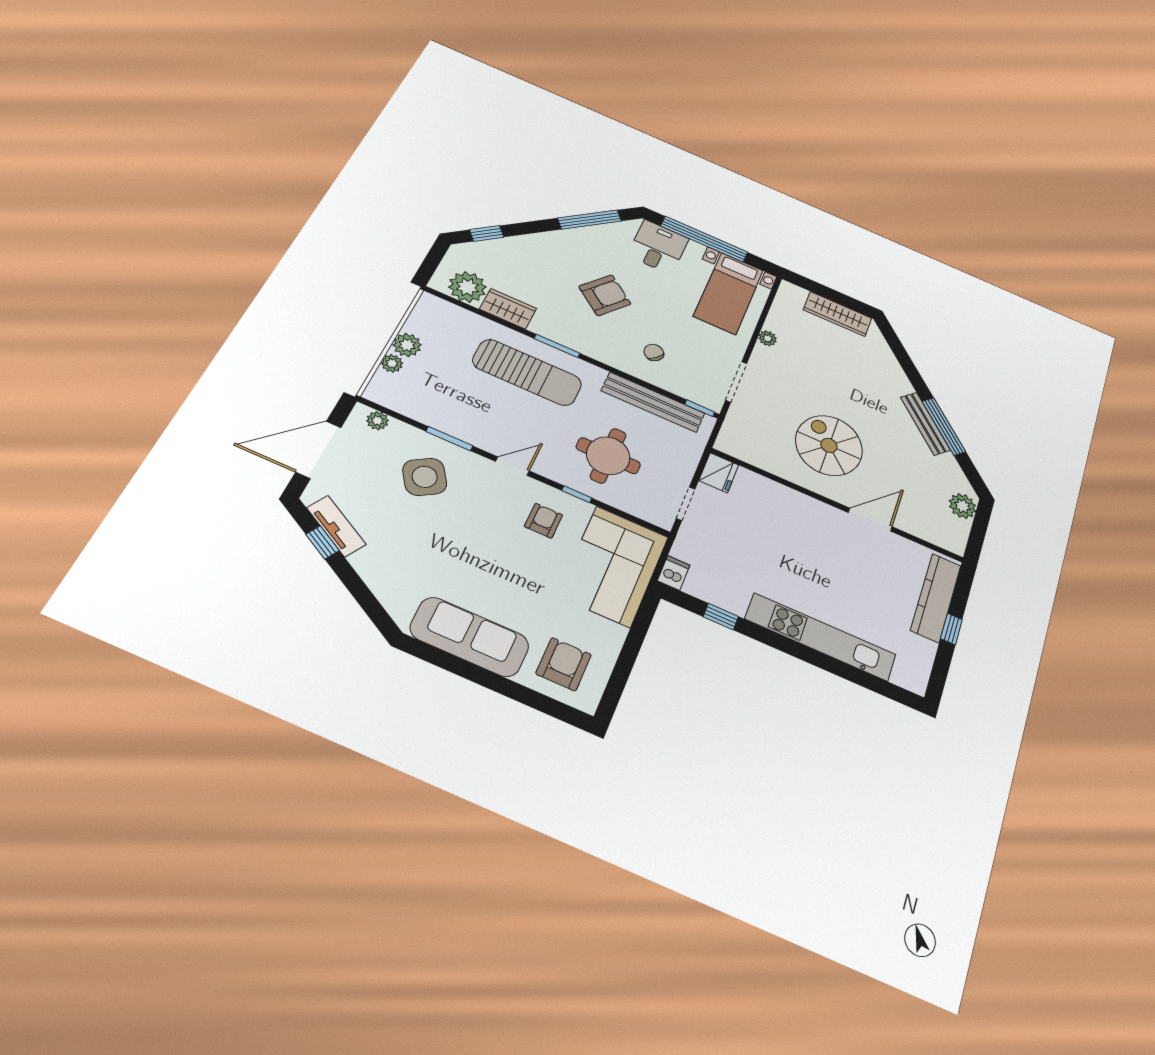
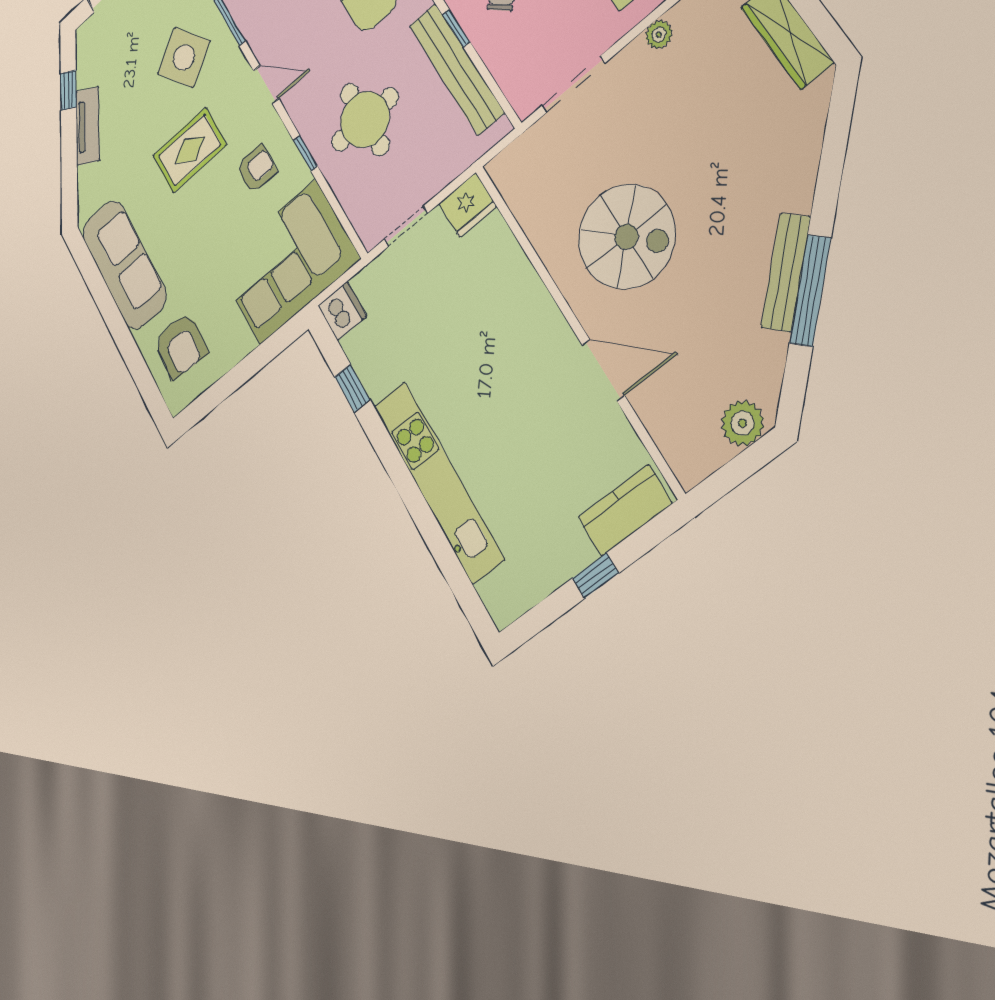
window: (700, 408) -> (456, 28), moved
spiral stairs: (829, 445) -> (626, 237), turned 90
tv unit: (336, 526) -> (88, 126), moved
rug: (475, 534) -> (190, 150), added
dishwasher: (674, 573) -> (342, 311), width x1.38
kitchen counter: (936, 598) -> (625, 510), width x0.67
armchair: (564, 664) -> (181, 345), turned 93

